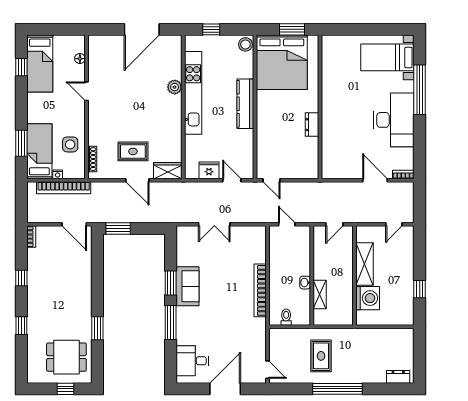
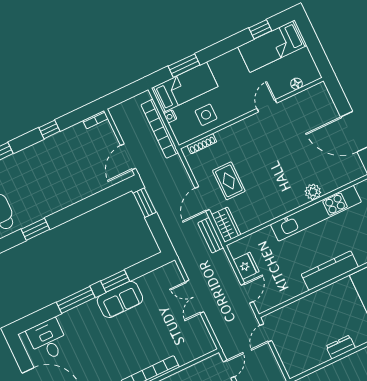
bench: (170, 187) -> (211, 235), added

